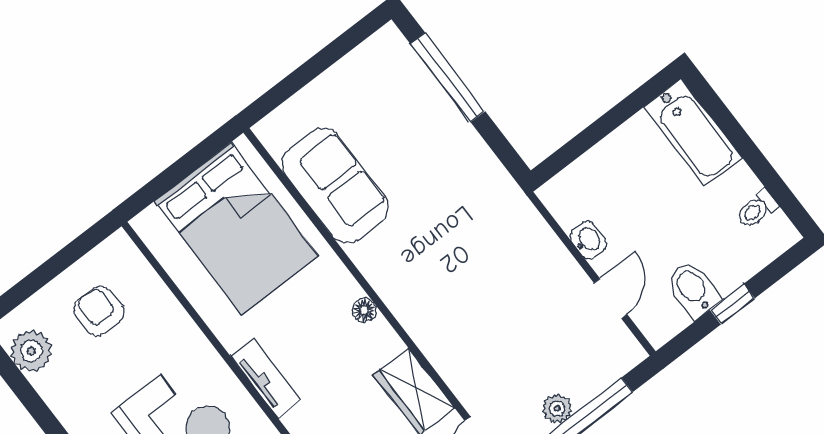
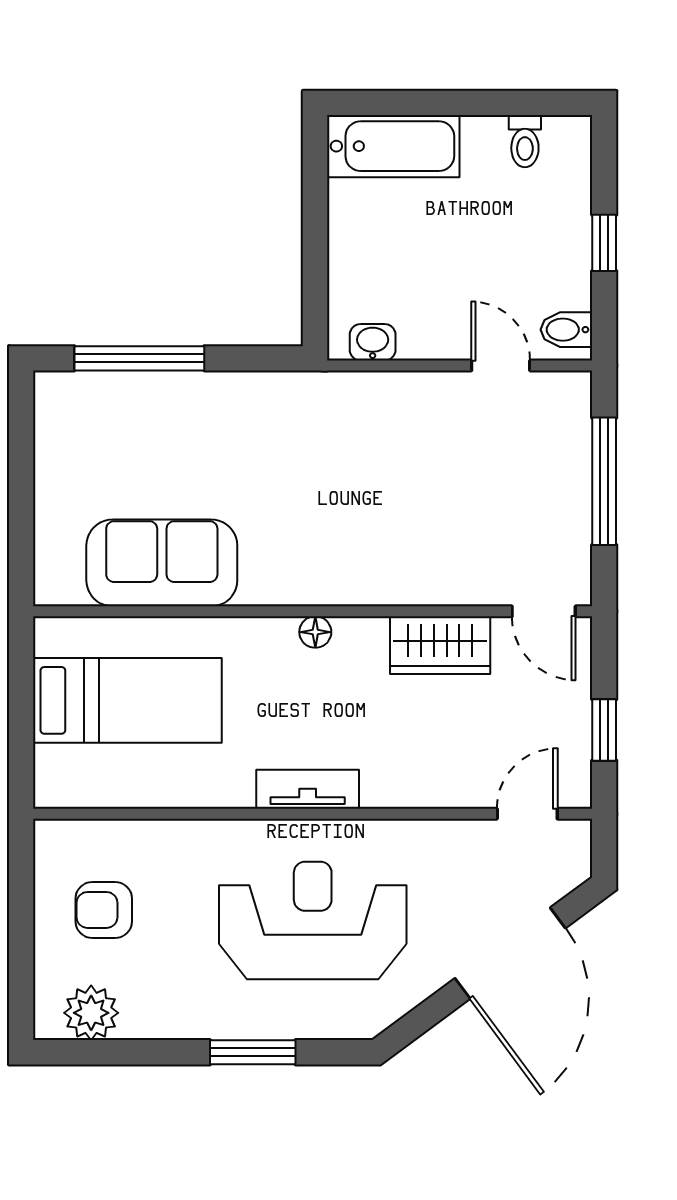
bed: (236, 228) -> (127, 700), width x0.67
washbasin: (588, 240) -> (373, 342), moved
bidet: (693, 289) -> (566, 330), moved, width x0.72, depth x0.74
plant: (557, 409) -> (573, 509), removed

